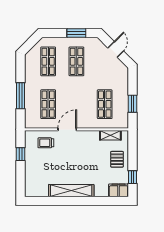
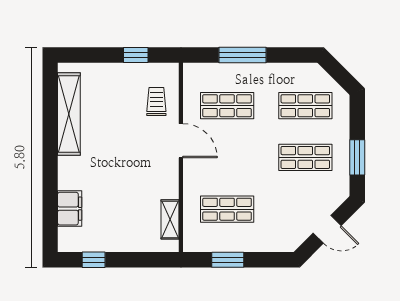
pallet: (117, 159) -> (126, 232), removed
filing cabinet: (118, 190) -> (70, 209), moved
shelving: (71, 191) -> (69, 114), moved

